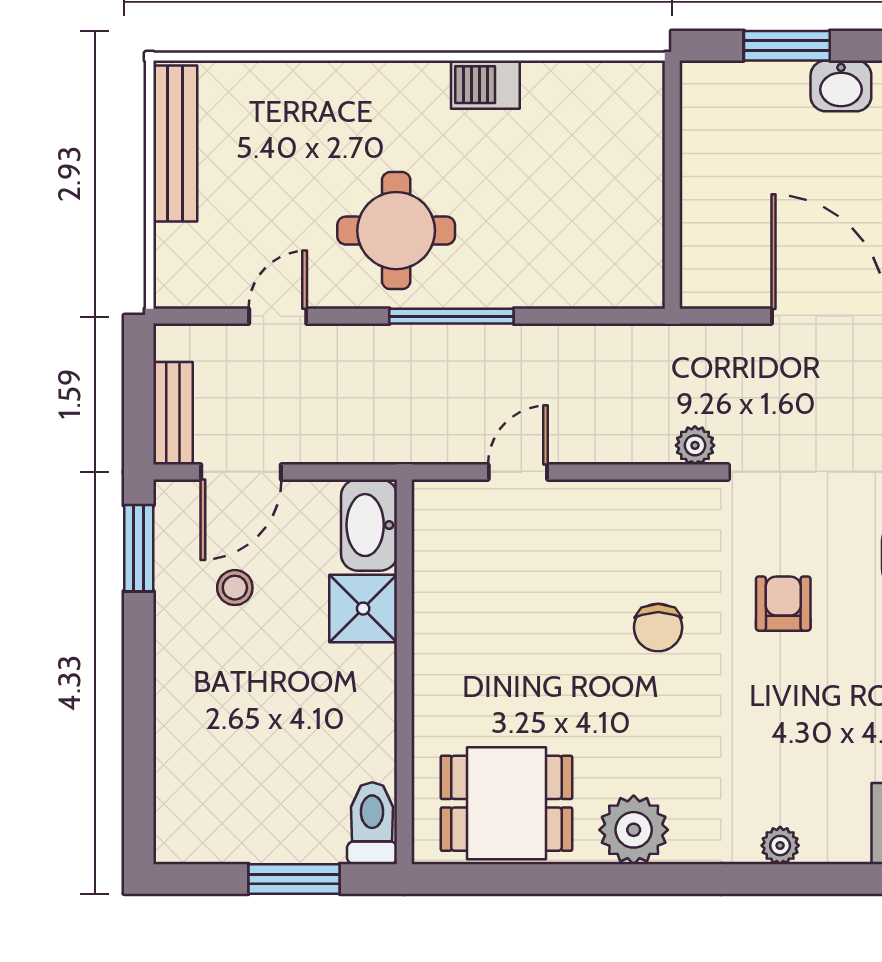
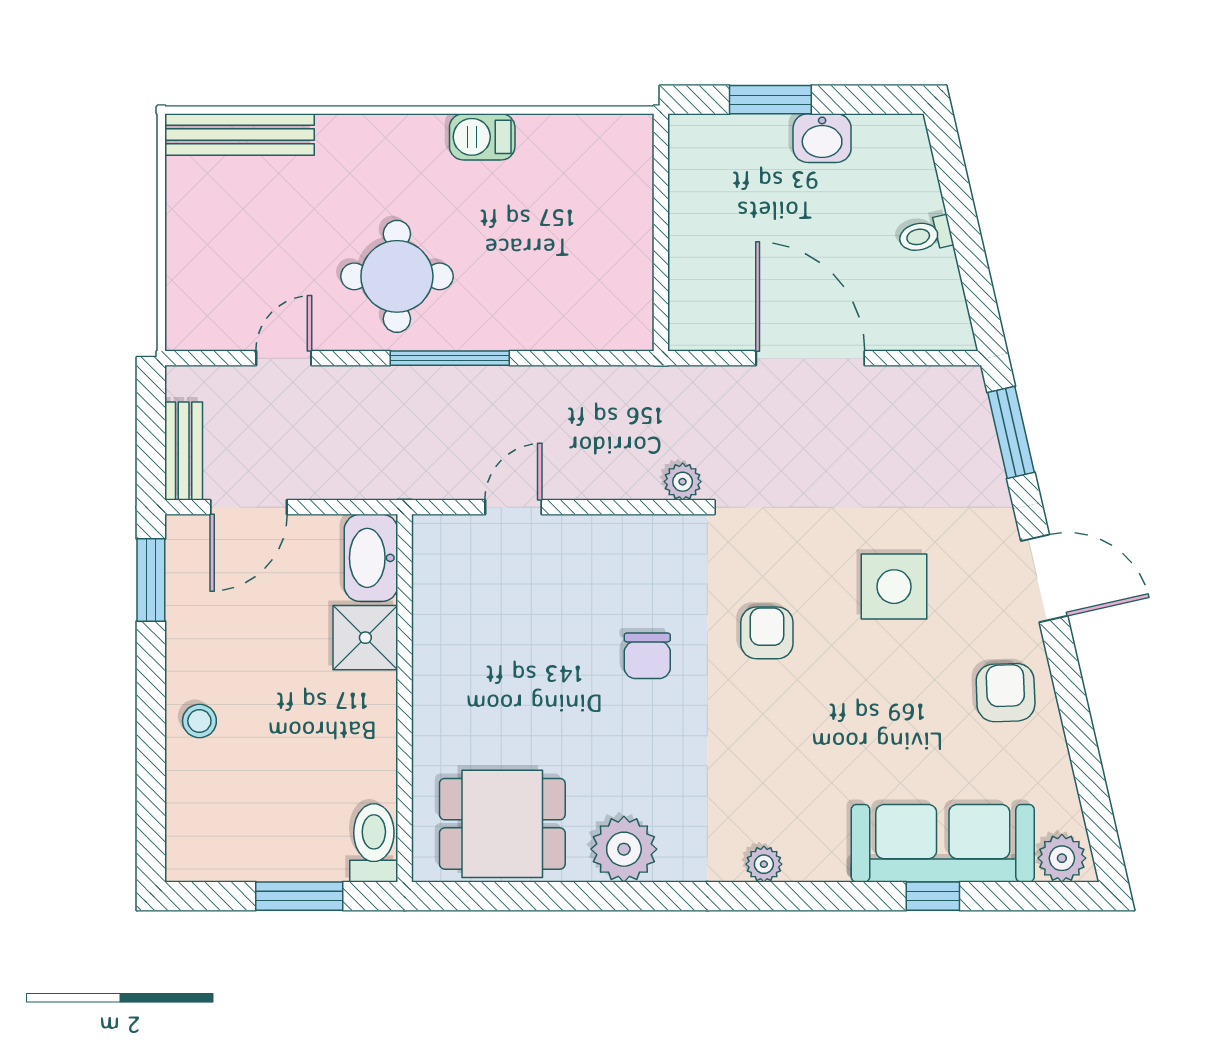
bench: (175, 144) -> (240, 135), moved, turned 90
stool: (235, 588) -> (199, 721), moved

